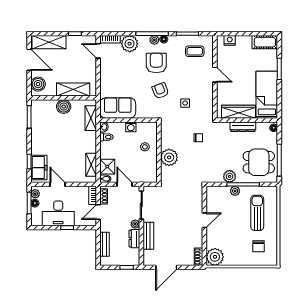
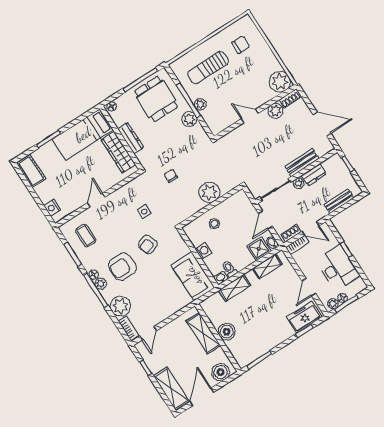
shelving: (91, 118) -> (235, 288), moved
plant: (196, 241) -> (276, 111), added

